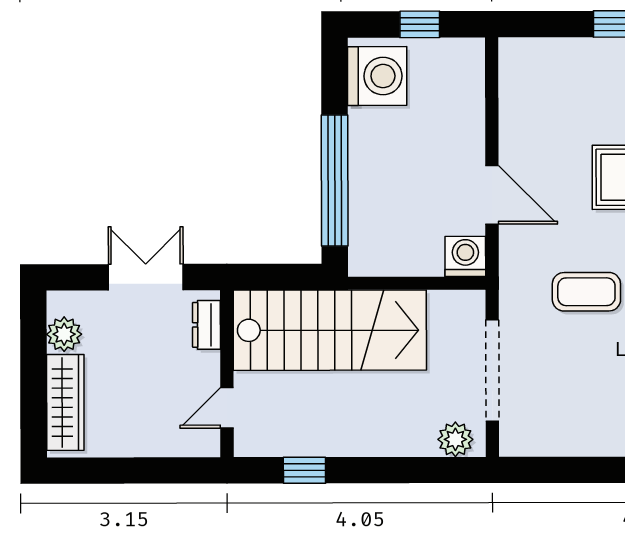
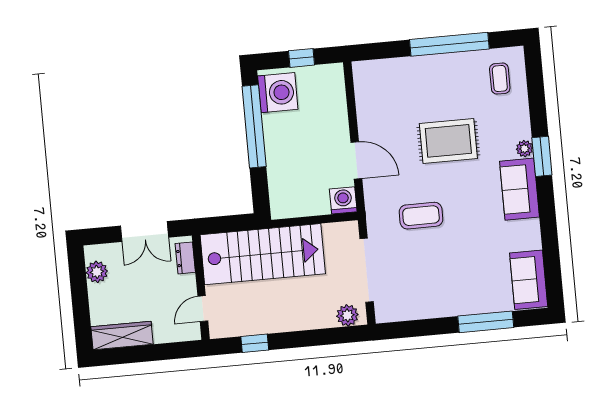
window: (335, 181) -> (254, 126), moved
double door: (146, 277) -> (145, 232), swing flipped
wardrobe: (65, 402) -> (122, 336), moved, turned -90

